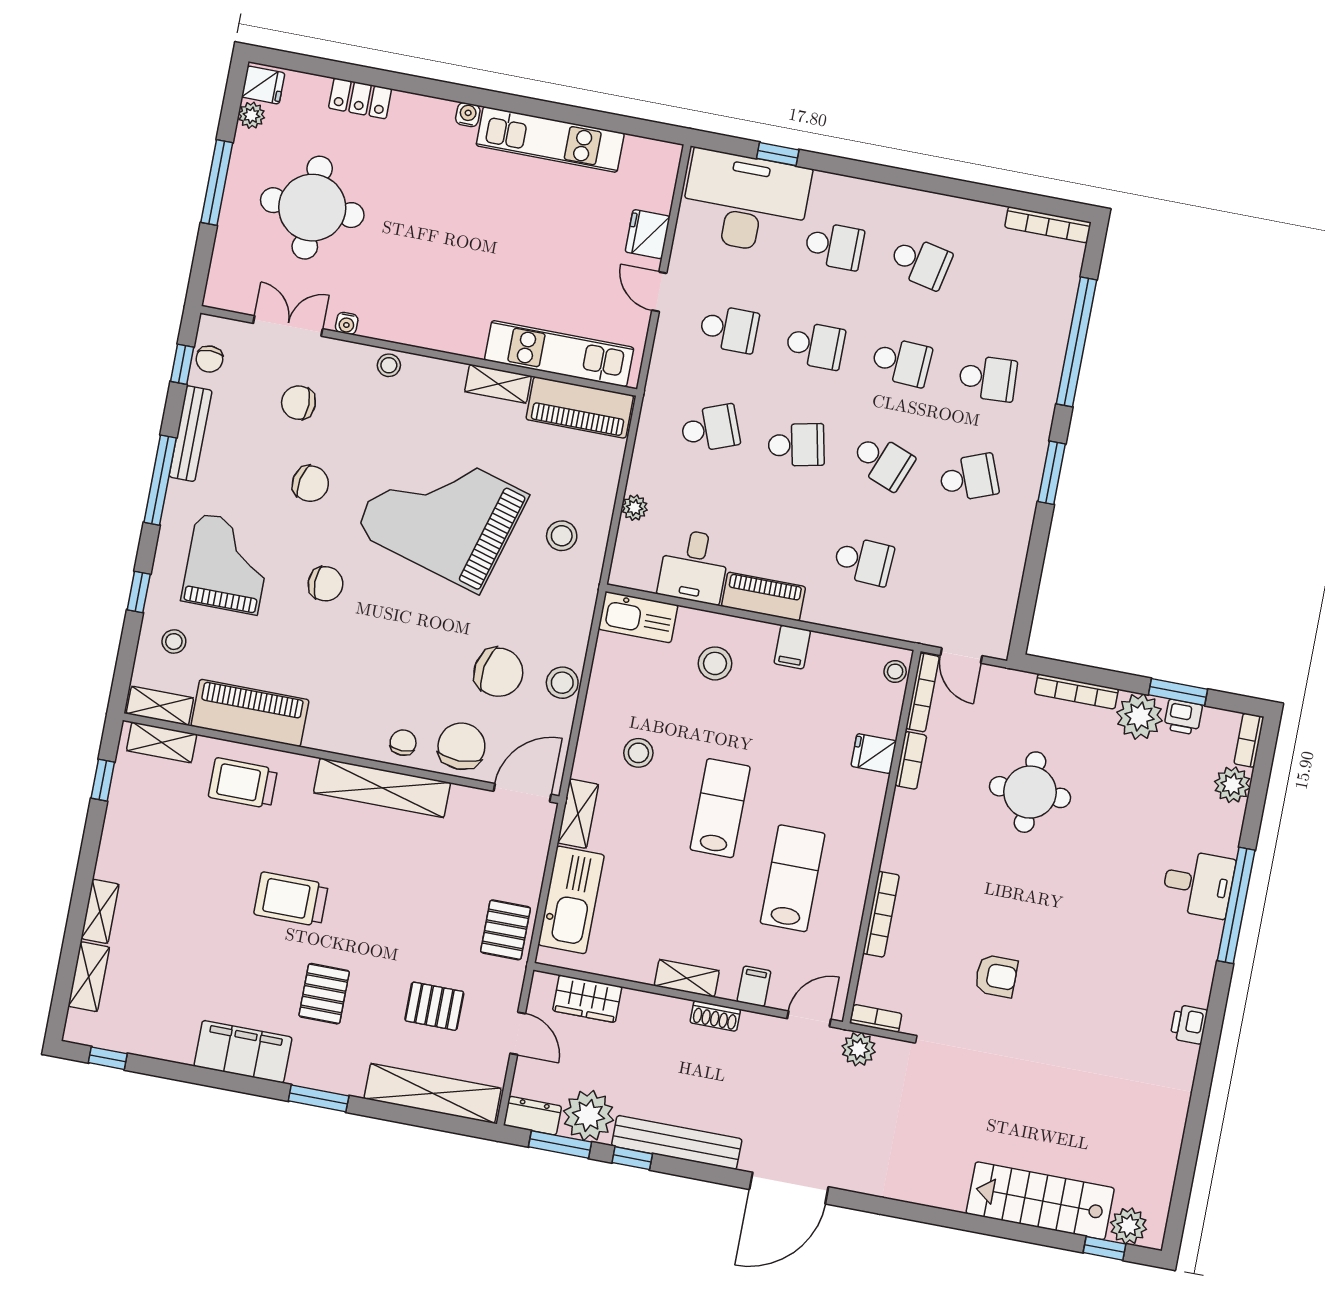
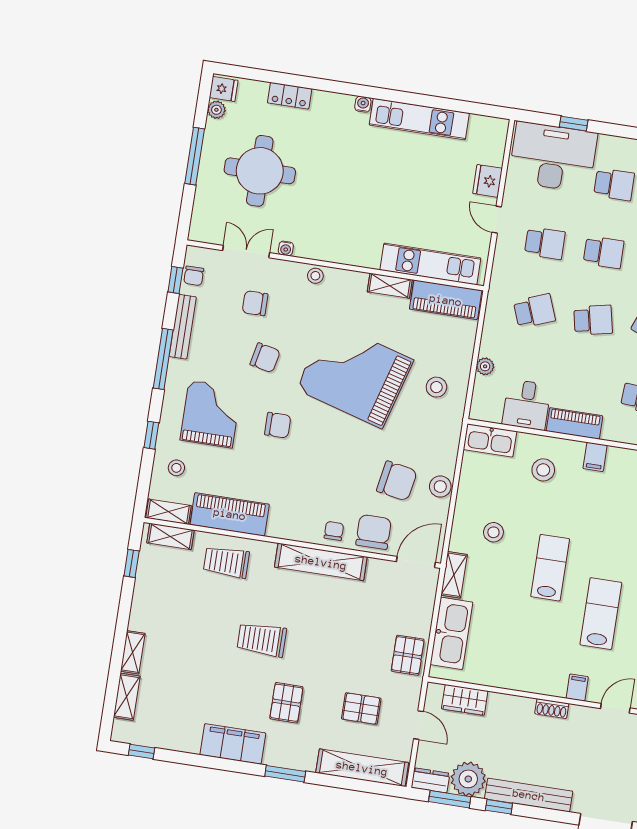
shelving: (687, 978) -> (532, 684), removed

